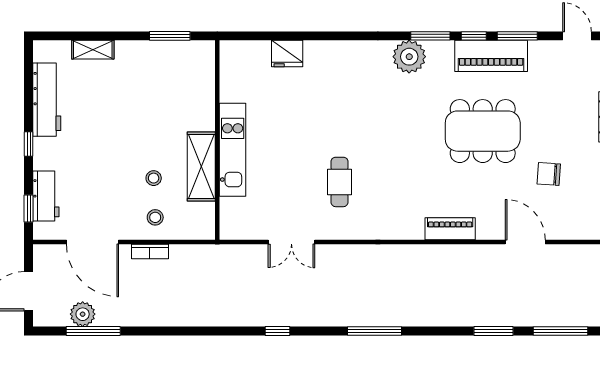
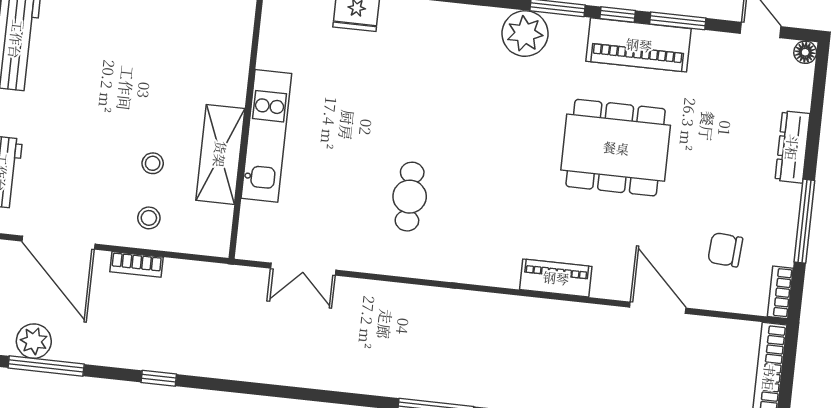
chair: (549, 174) -> (725, 250), moved
double door: (291, 242) -> (303, 269), moved
window: (278, 331) -> (159, 378), moved

